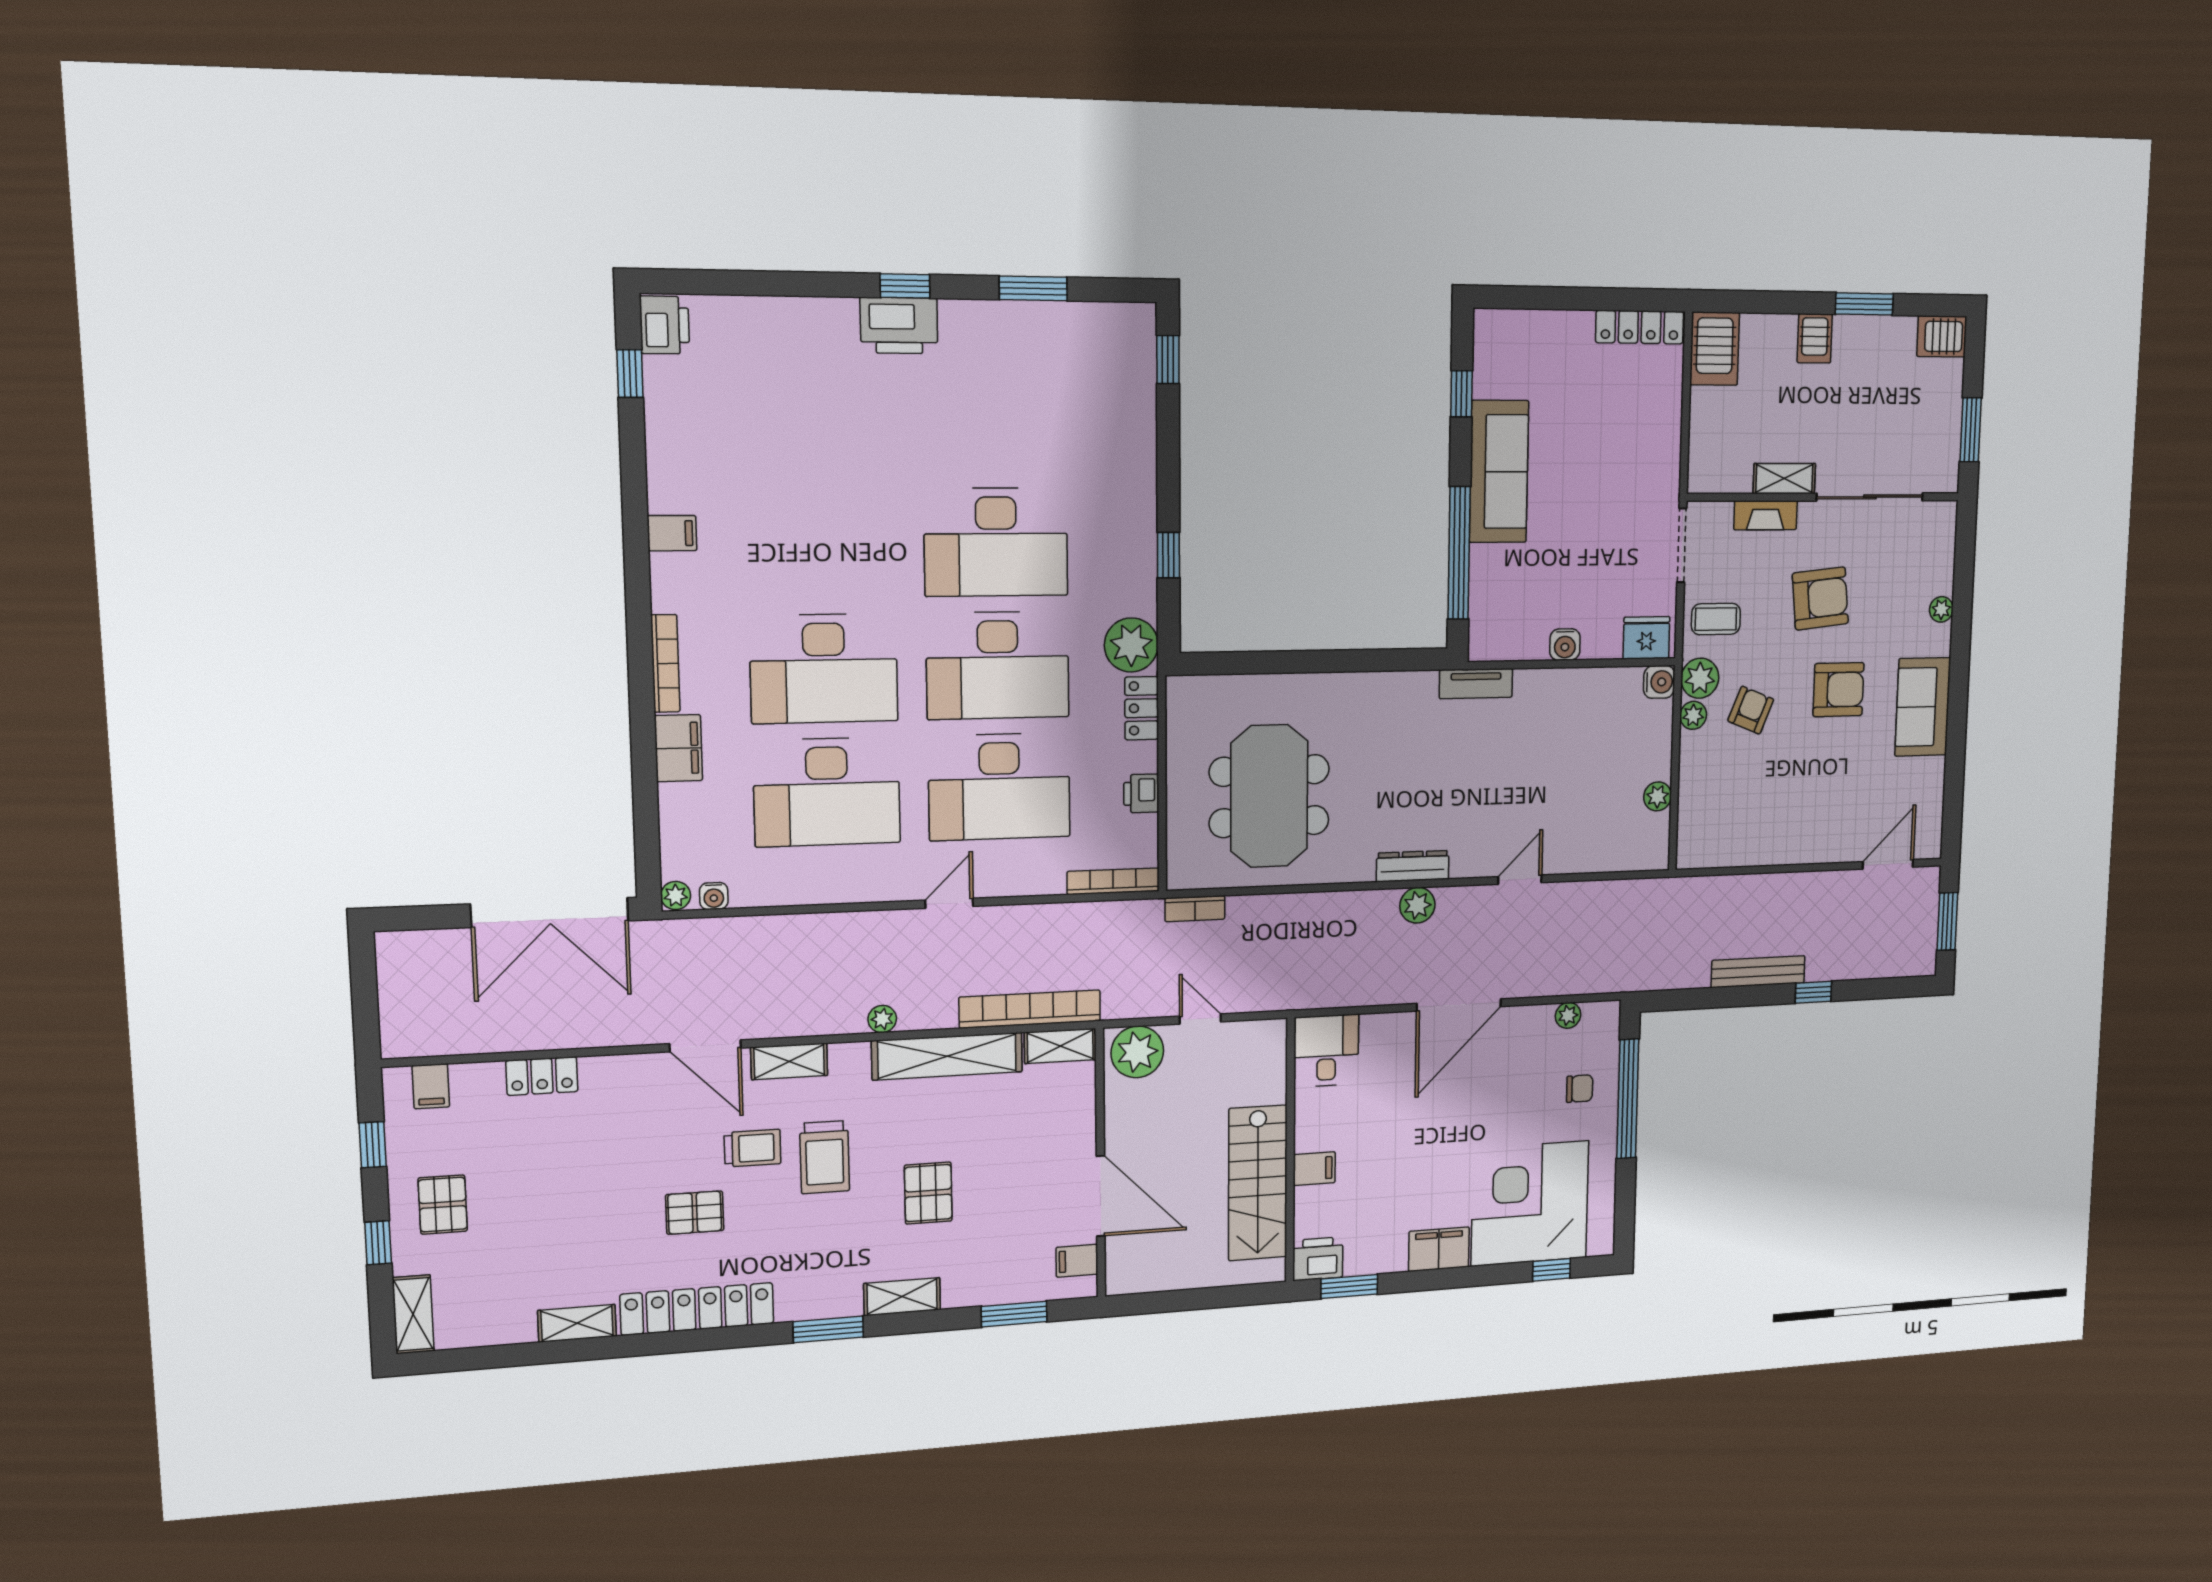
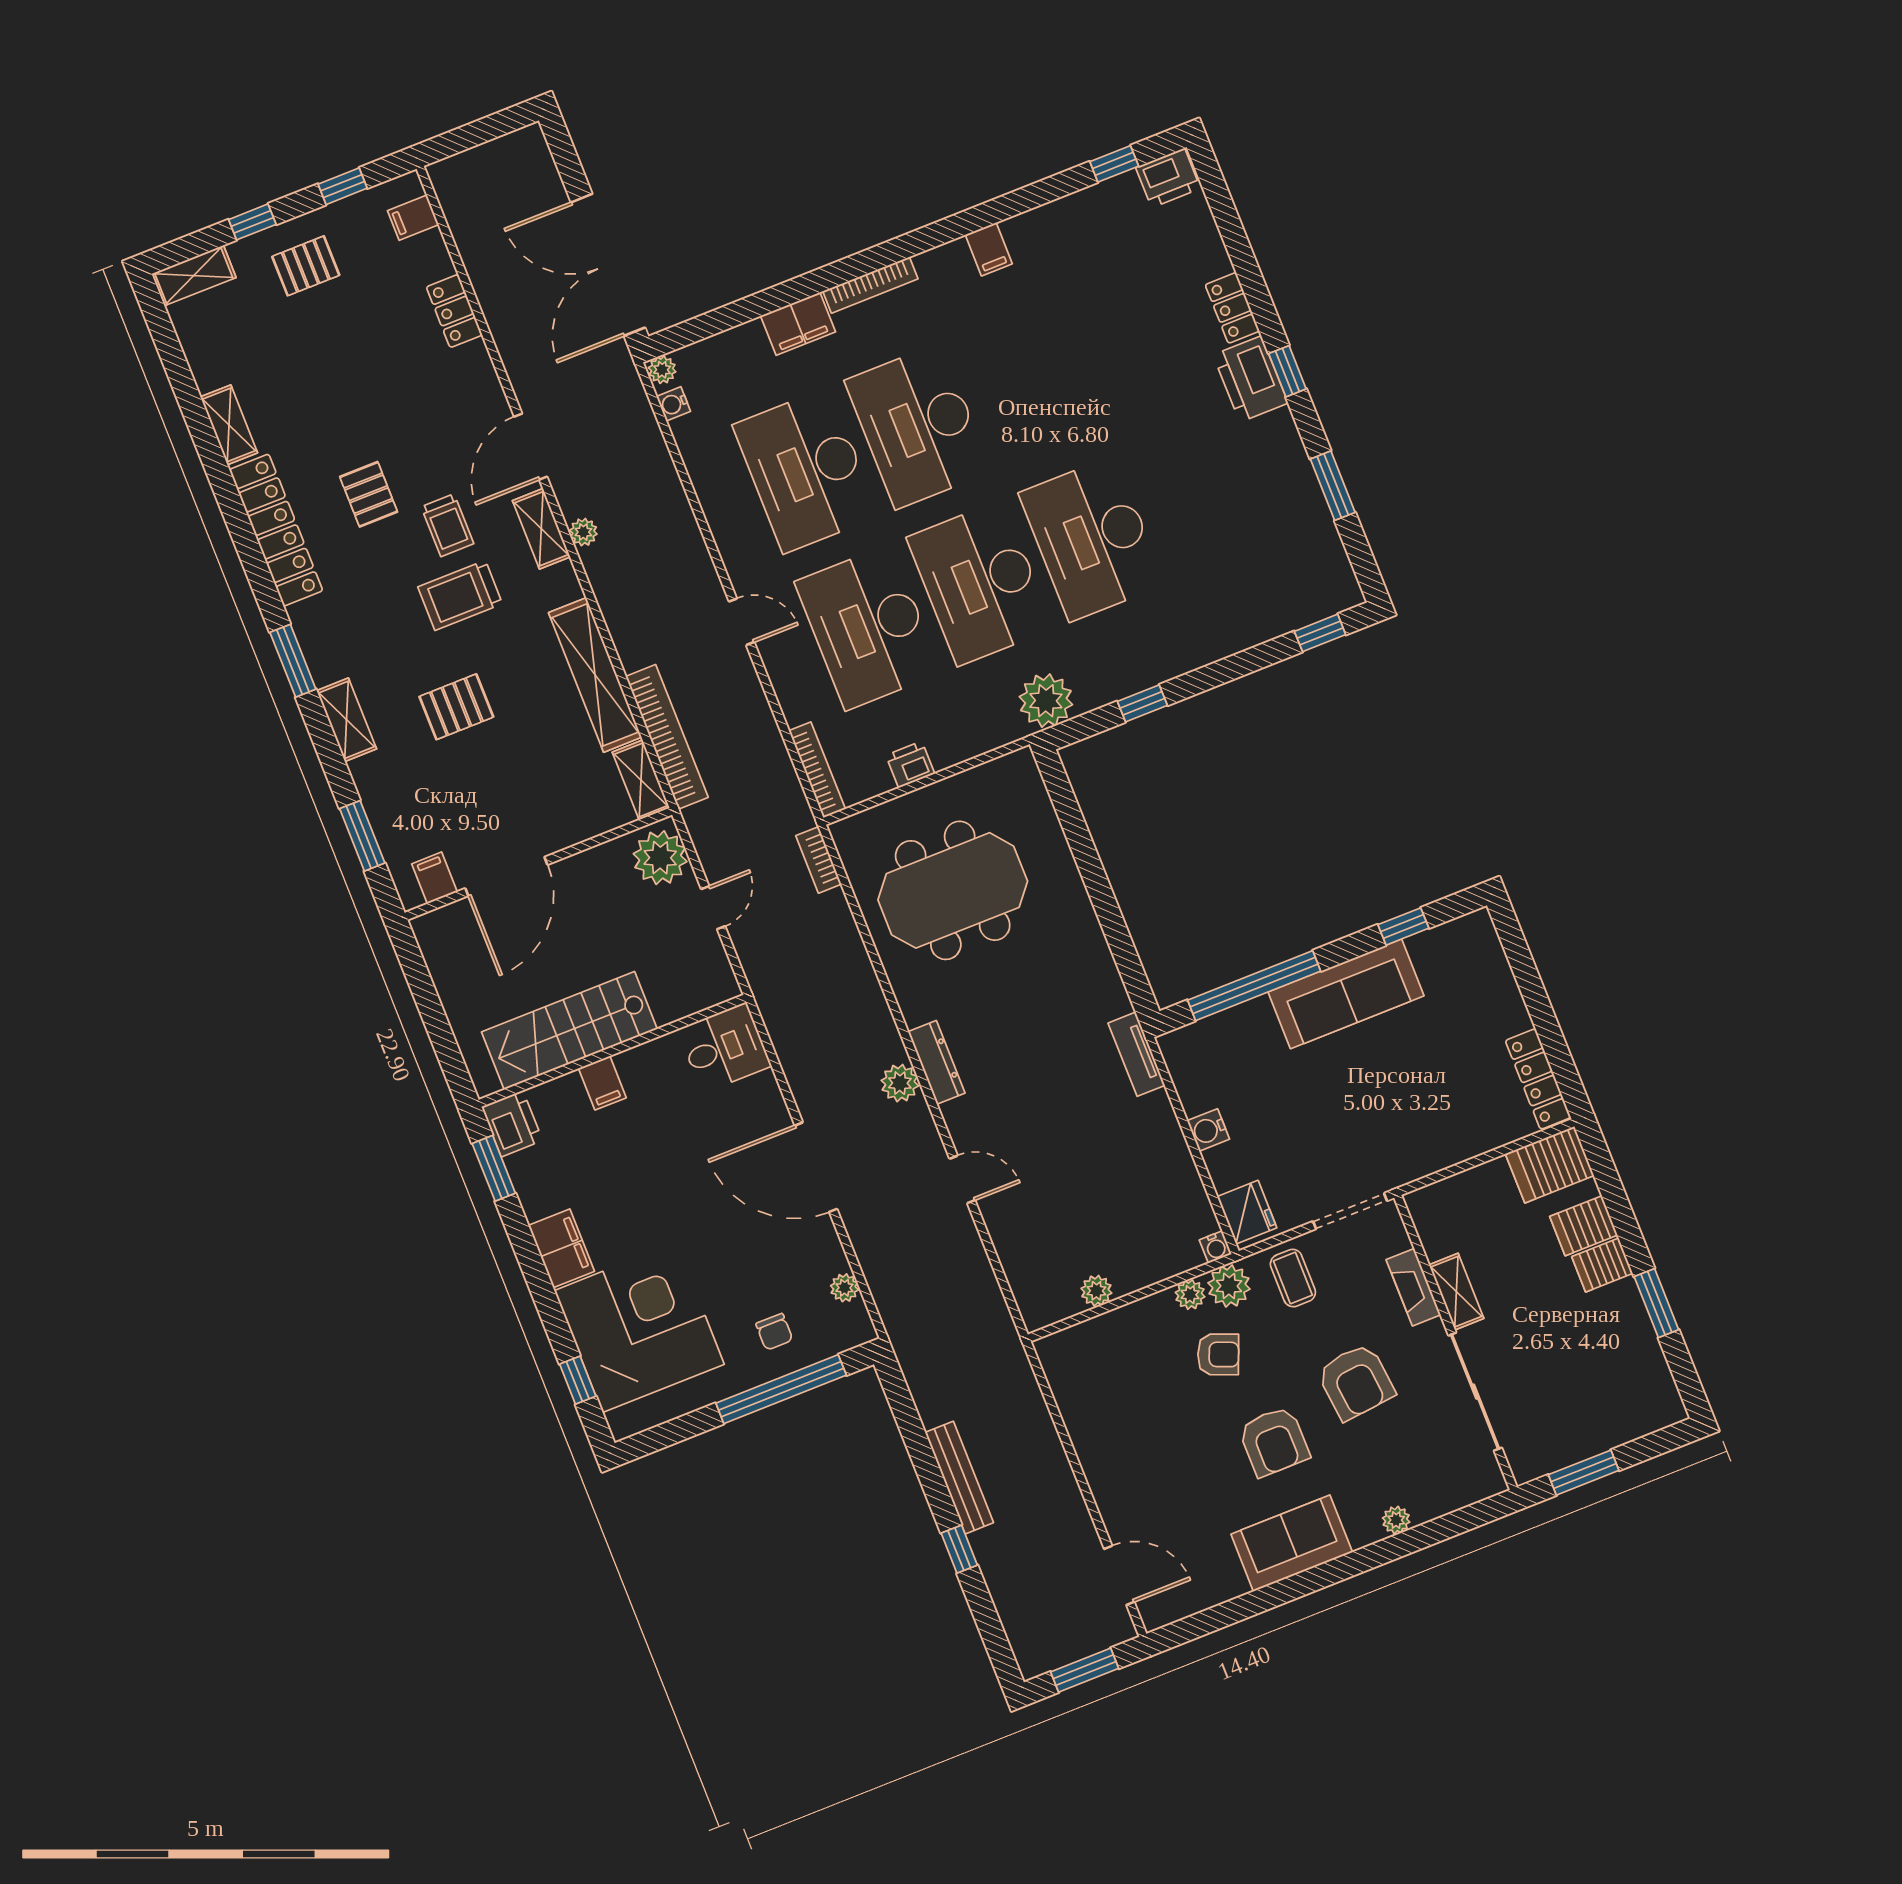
server rack: (1942, 336) -> (1584, 1226), moved, turned -90
water cooler: (1659, 682) -> (1215, 1247), width x0.72, depth x0.72
locker: (1142, 708) -> (1232, 308), moved, turned -90
plant: (882, 1019) -> (583, 532), moved

